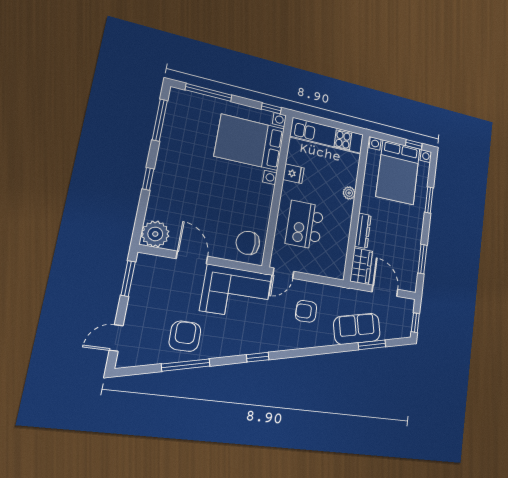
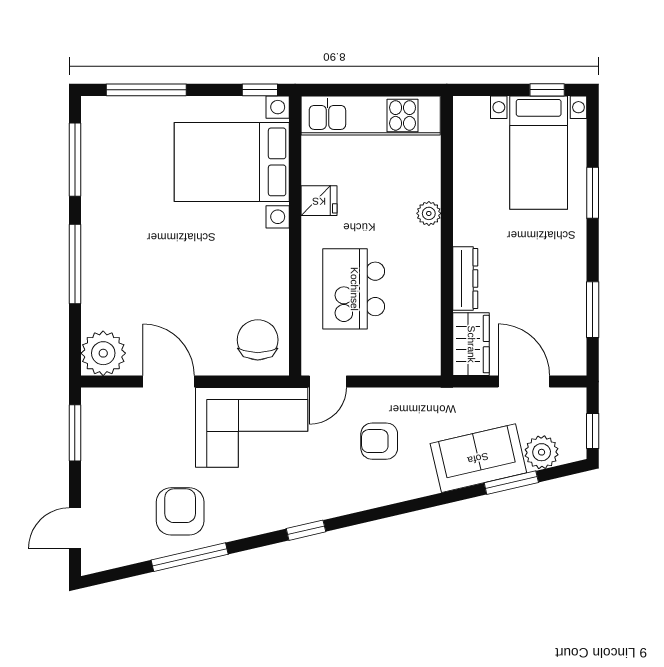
bed with nightstands: (398, 172) -> (539, 153), width x0.73
window: (148, 179) -> (75, 264), width x2.17
chair: (248, 243) -> (258, 340), turned 90
plant: (389, 330) -> (542, 452), added

